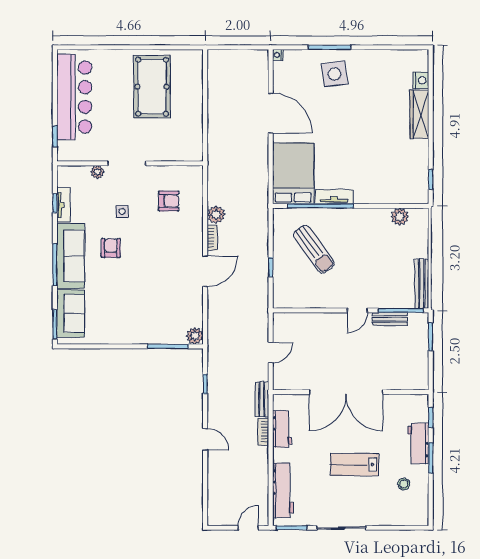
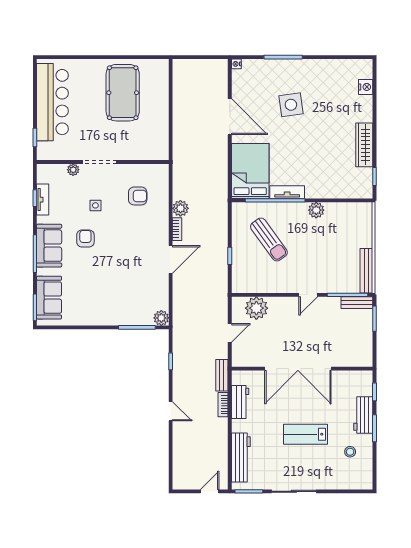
side table: (334, 74) -> (291, 105), moved
wardrobe: (419, 114) -> (364, 145), moved
plant: (400, 217) -> (316, 210), moved
sofa: (71, 256) -> (49, 246), width x0.73
bench: (390, 319) -> (357, 303), moved
plant: (300, 325) -> (256, 308), added

